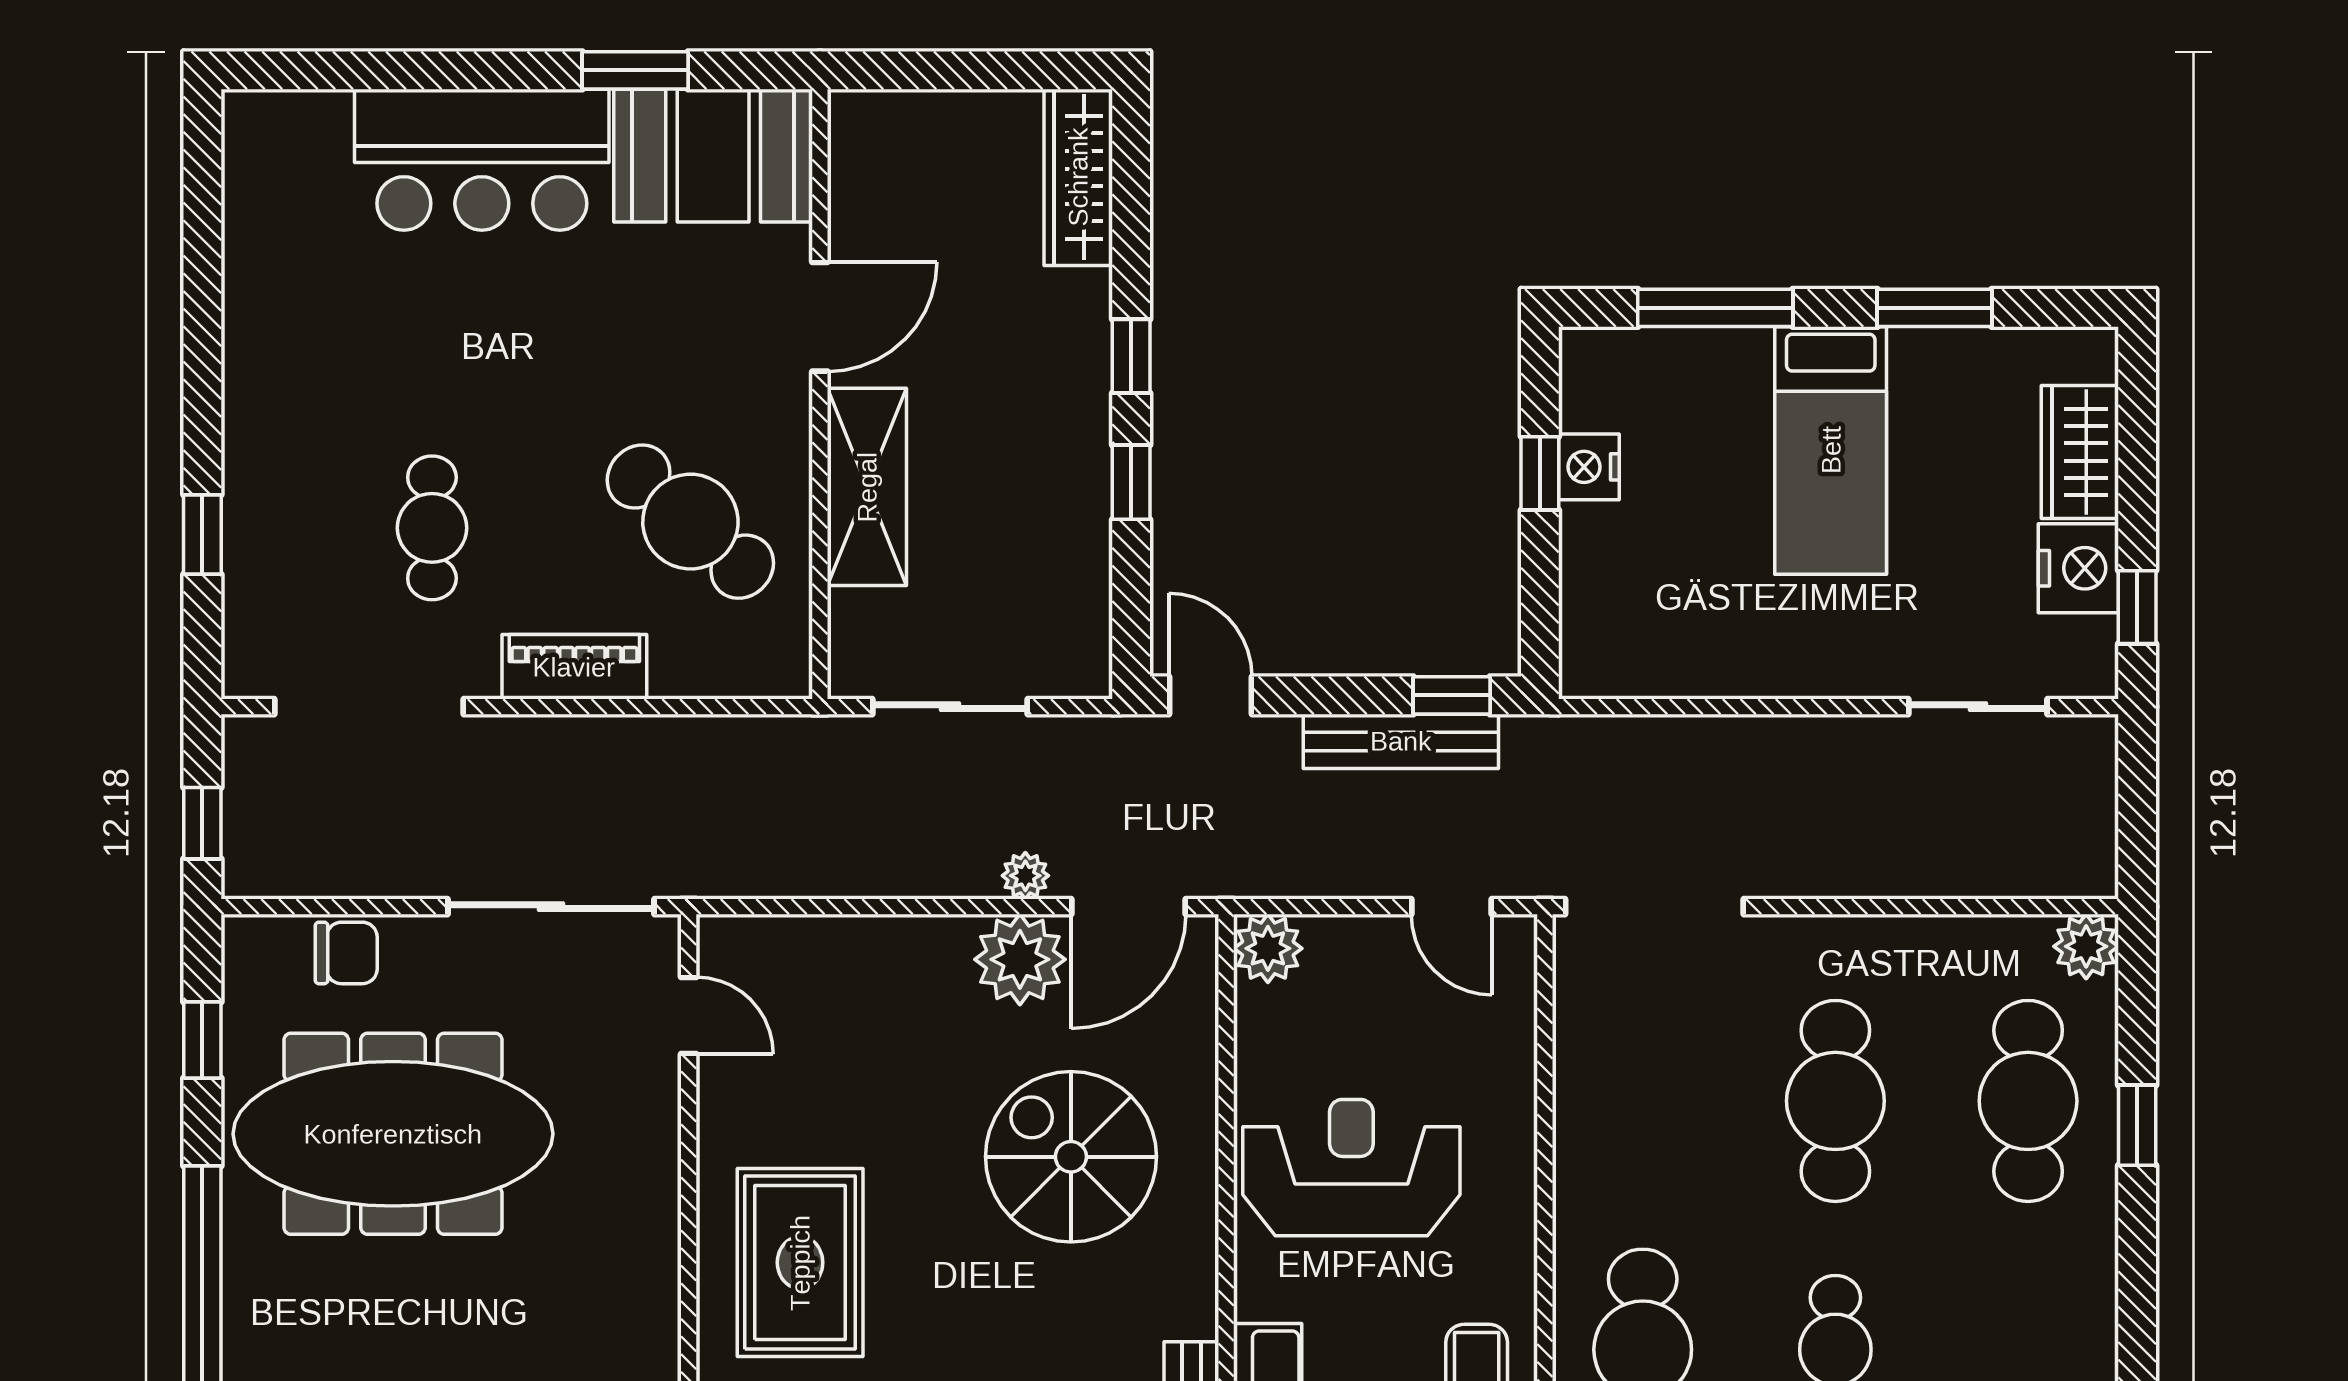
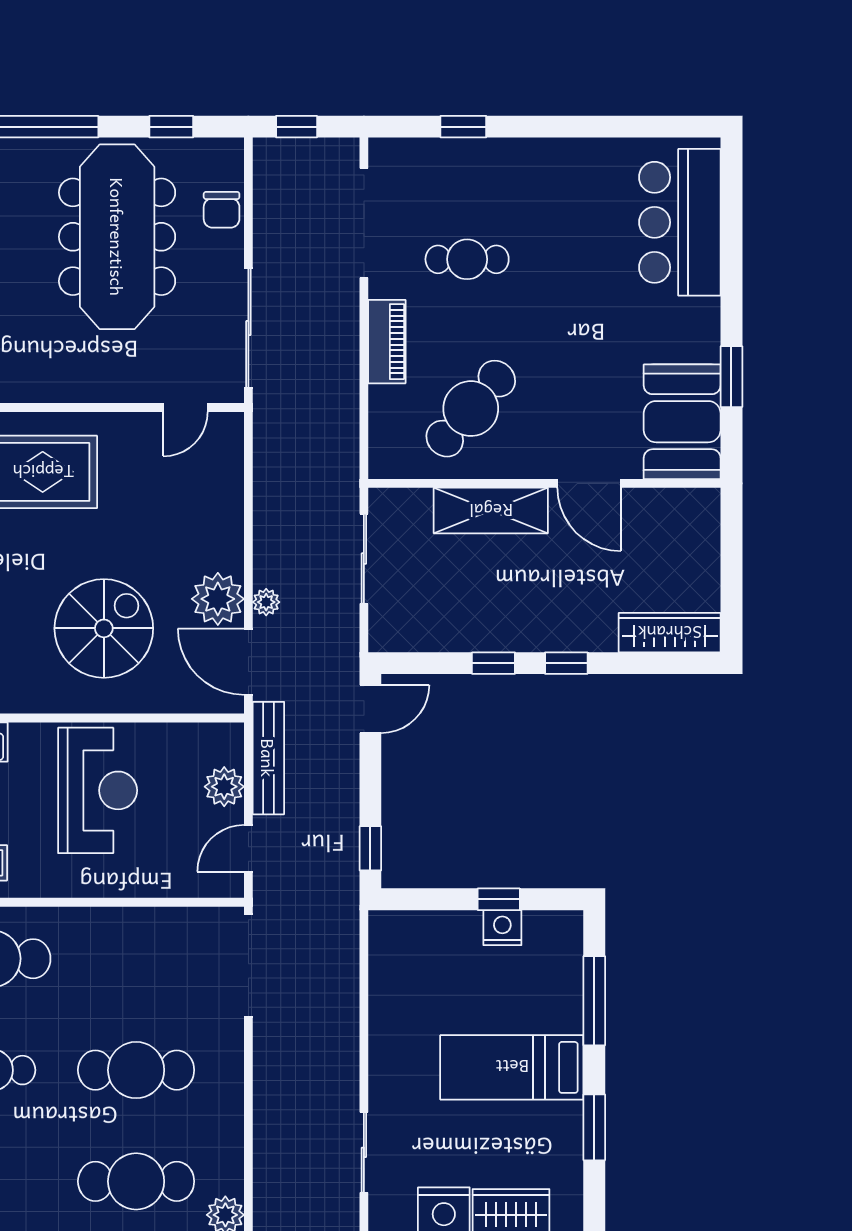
bar counter: (482, 160) -> (680, 222), moved
bench: (1401, 741) -> (268, 758), moved
plant: (1268, 948) -> (224, 787), moved

